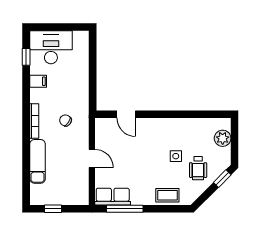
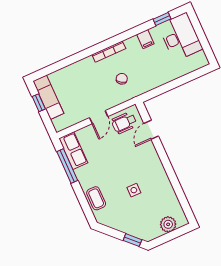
exam couch: (38, 161) -> (48, 97), moved, turned -90
wheelchair: (198, 168) -> (124, 123), moved

